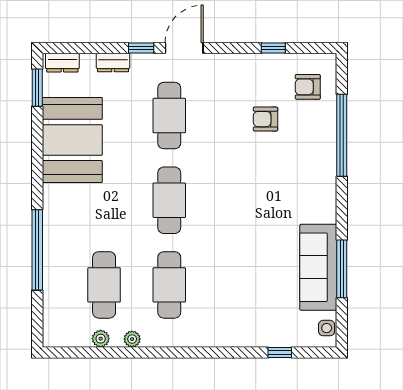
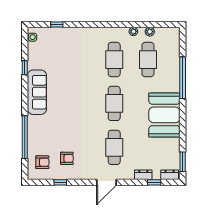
window: (141, 48) -> (154, 182), moved
armchair: (265, 119) -> (67, 158), moved
booth: (72, 140) -> (164, 115), moved
sofa: (318, 267) -> (37, 92), moved
window: (342, 269) -> (25, 68), width x0.46

